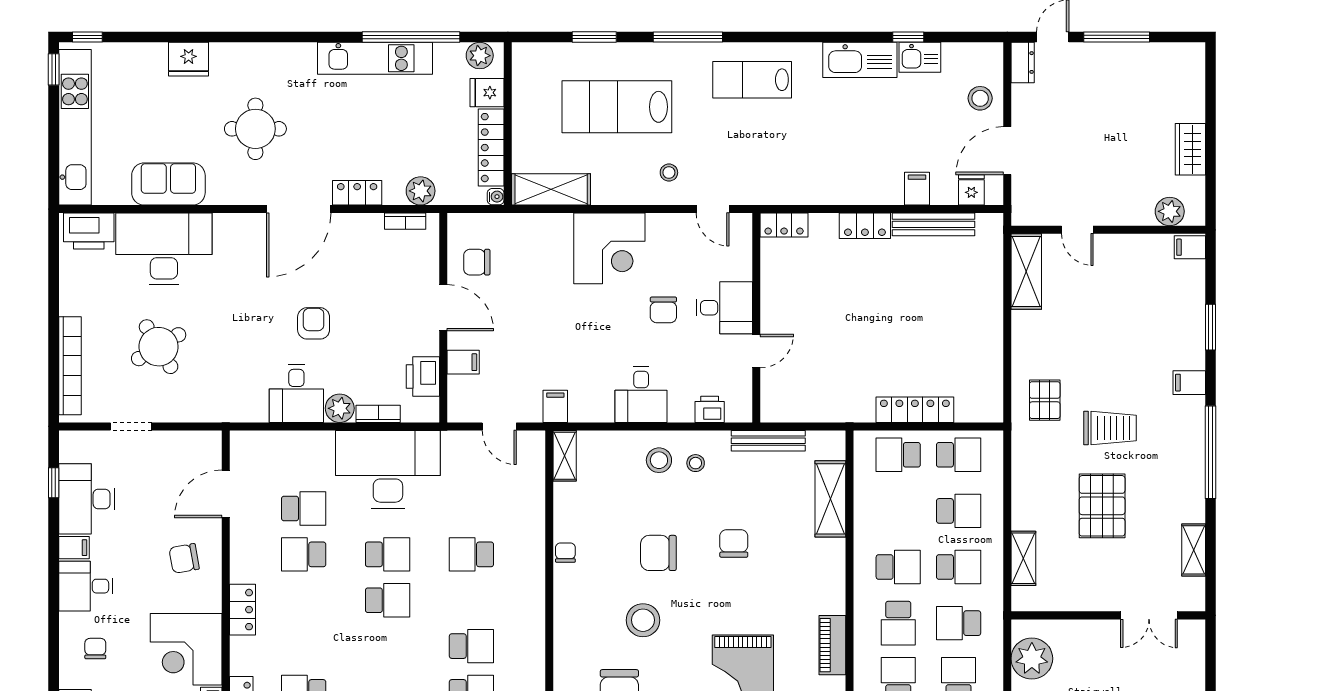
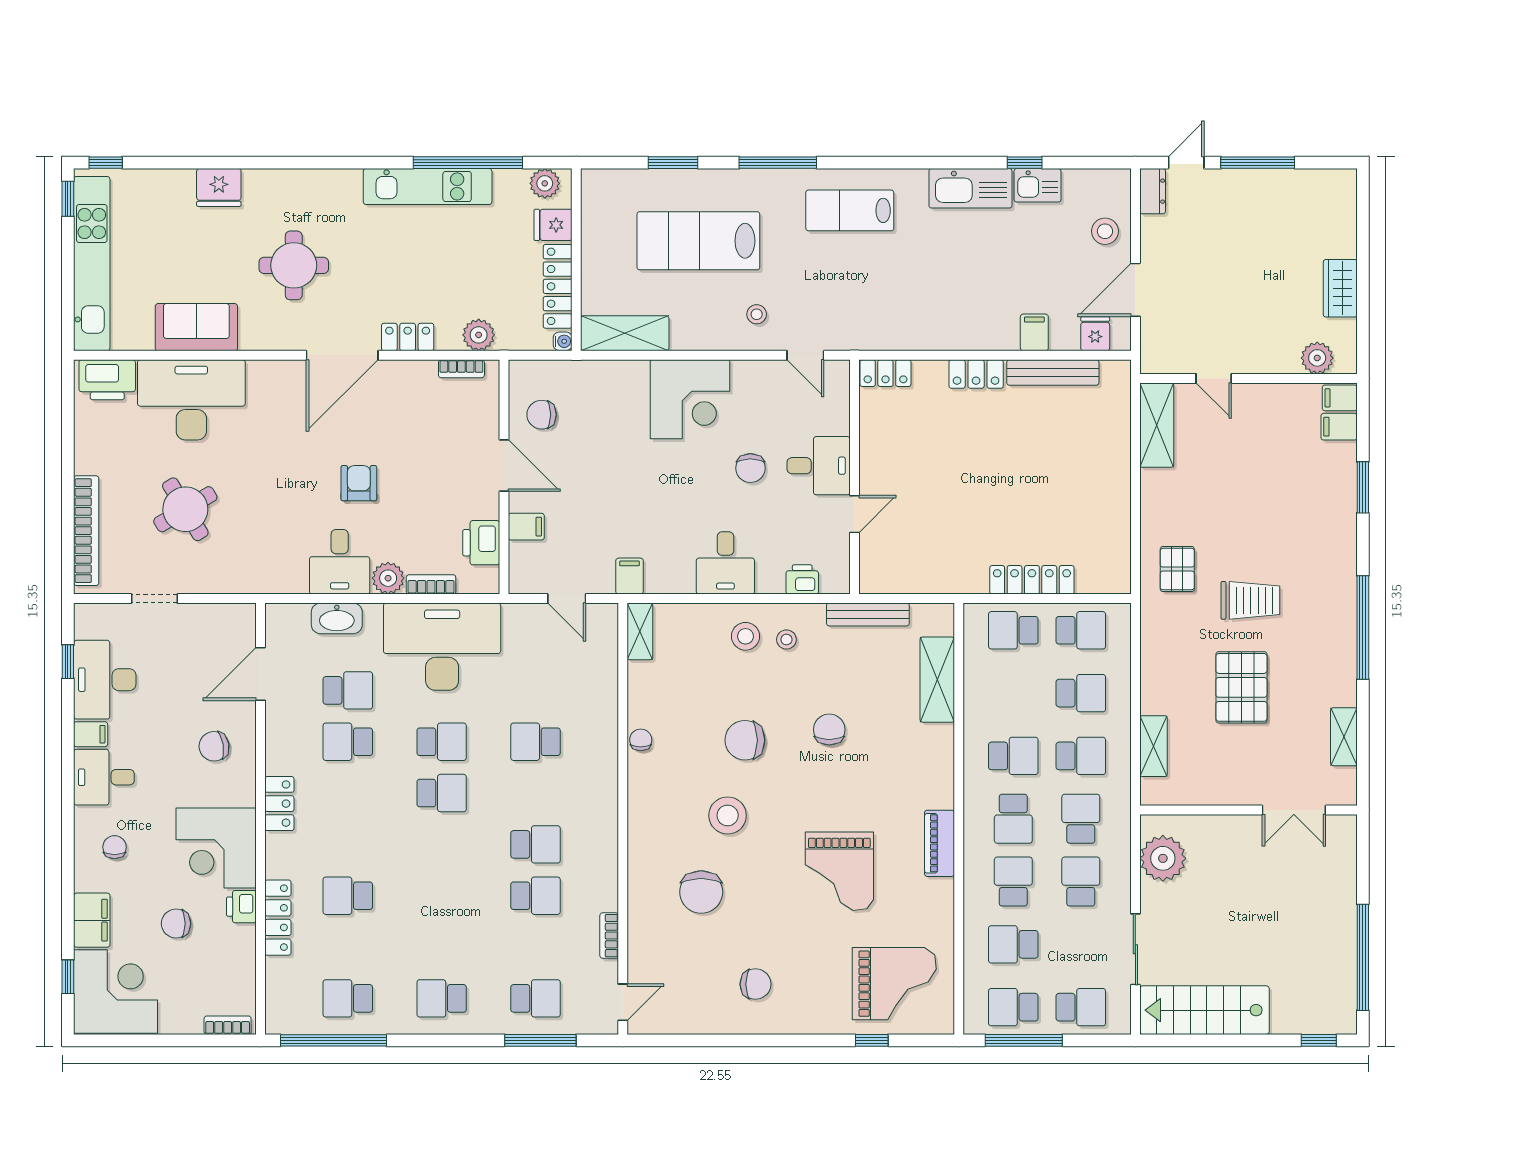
filing cabinet: (1189, 383) -> (1339, 427), moved
washbasin: (294, 444) -> (337, 618), added
school desk: (959, 623) -> (1081, 819), turned 90

